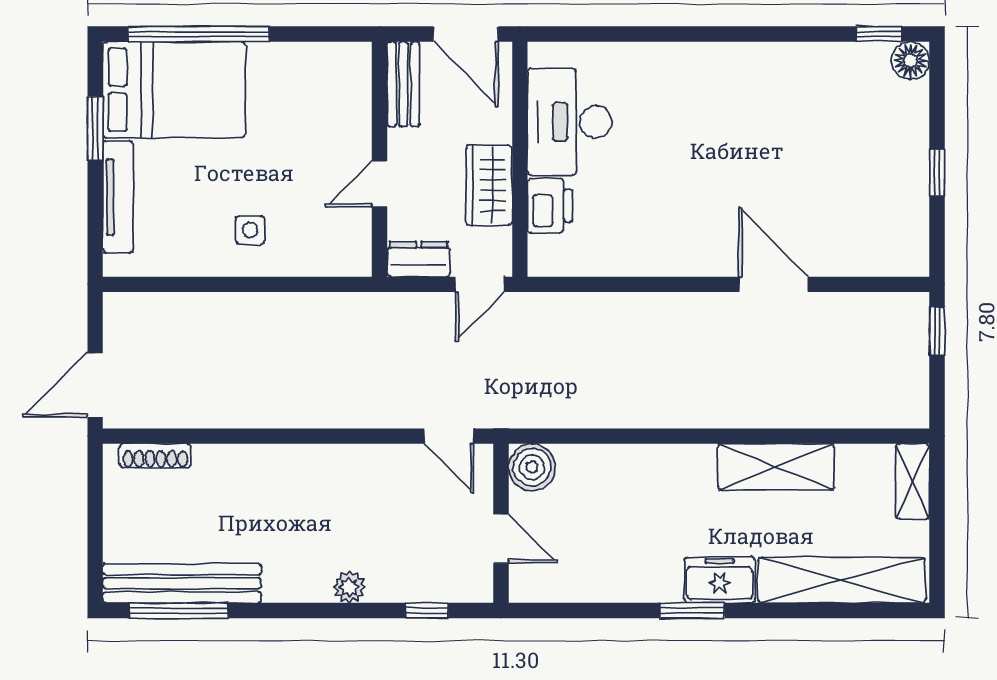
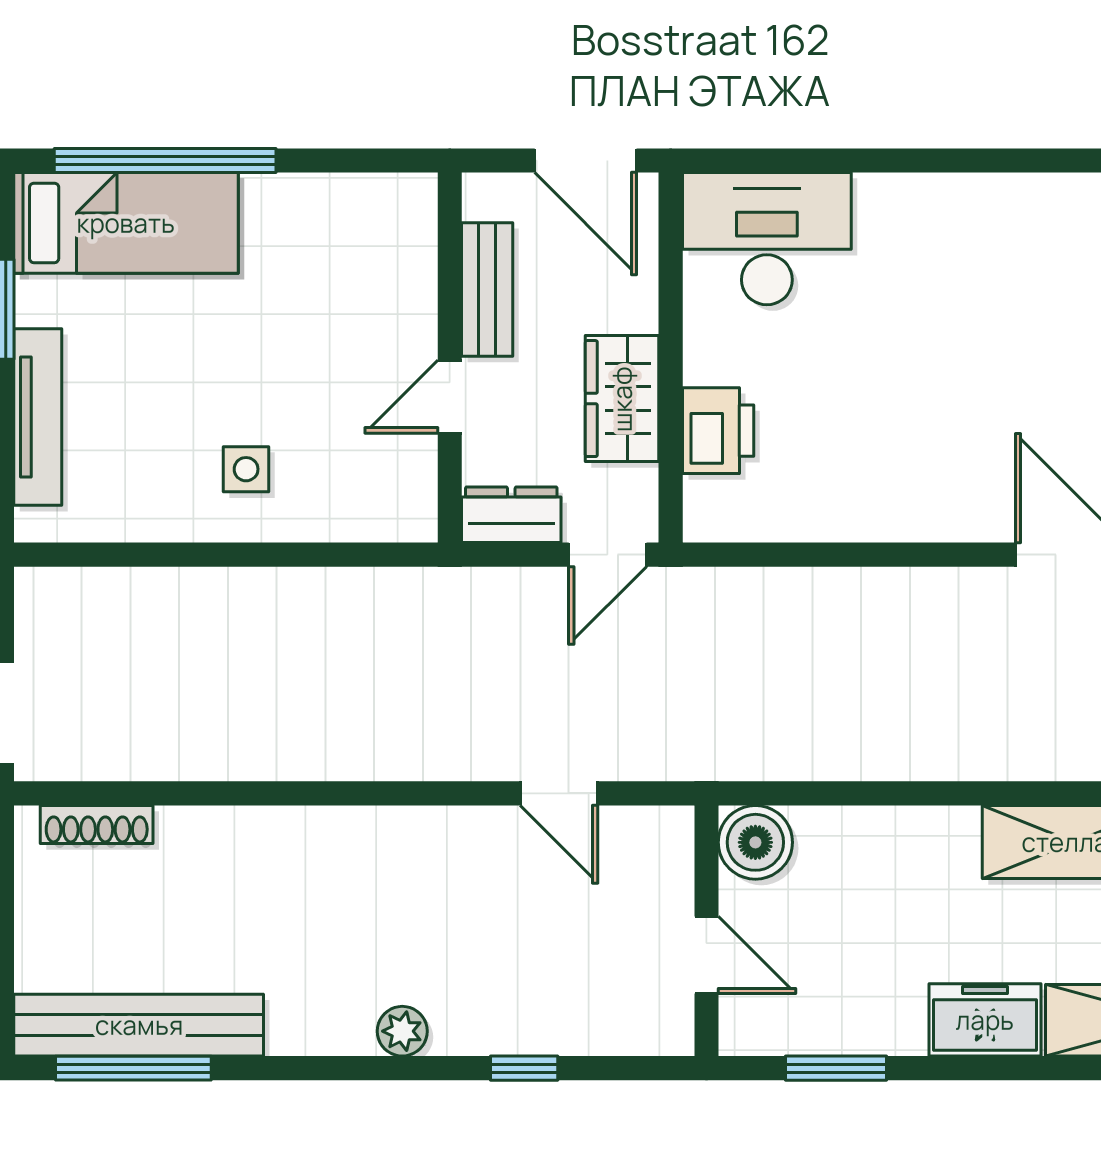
bench: (403, 84) -> (487, 289), moved
bed: (174, 90) -> (126, 223), width x0.67
desk: (570, 122) -> (767, 239), moved, turned 90
boiler: (532, 467) -> (755, 842), moved
wall: (501, 523) -> (706, 931), moved
door: (501, 539) -> (706, 955), moved
window: (692, 611) -> (836, 1068), moved

